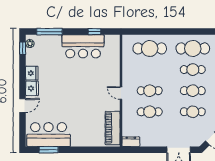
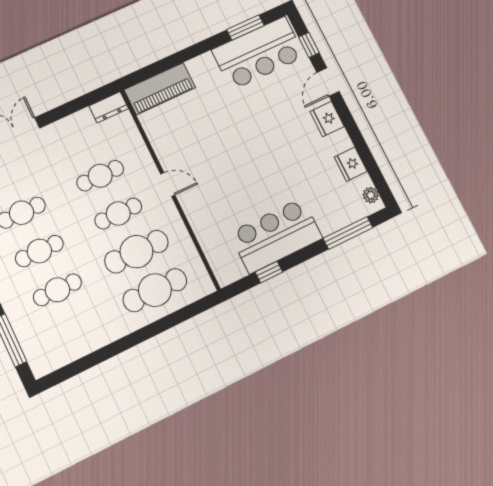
window: (23, 48) -> (309, 45), moved
cafe table: (193, 48) -> (136, 252), moved
fridge: (32, 73) -> (351, 164), moved
piano: (113, 128) -> (160, 89), moved, turned 90

